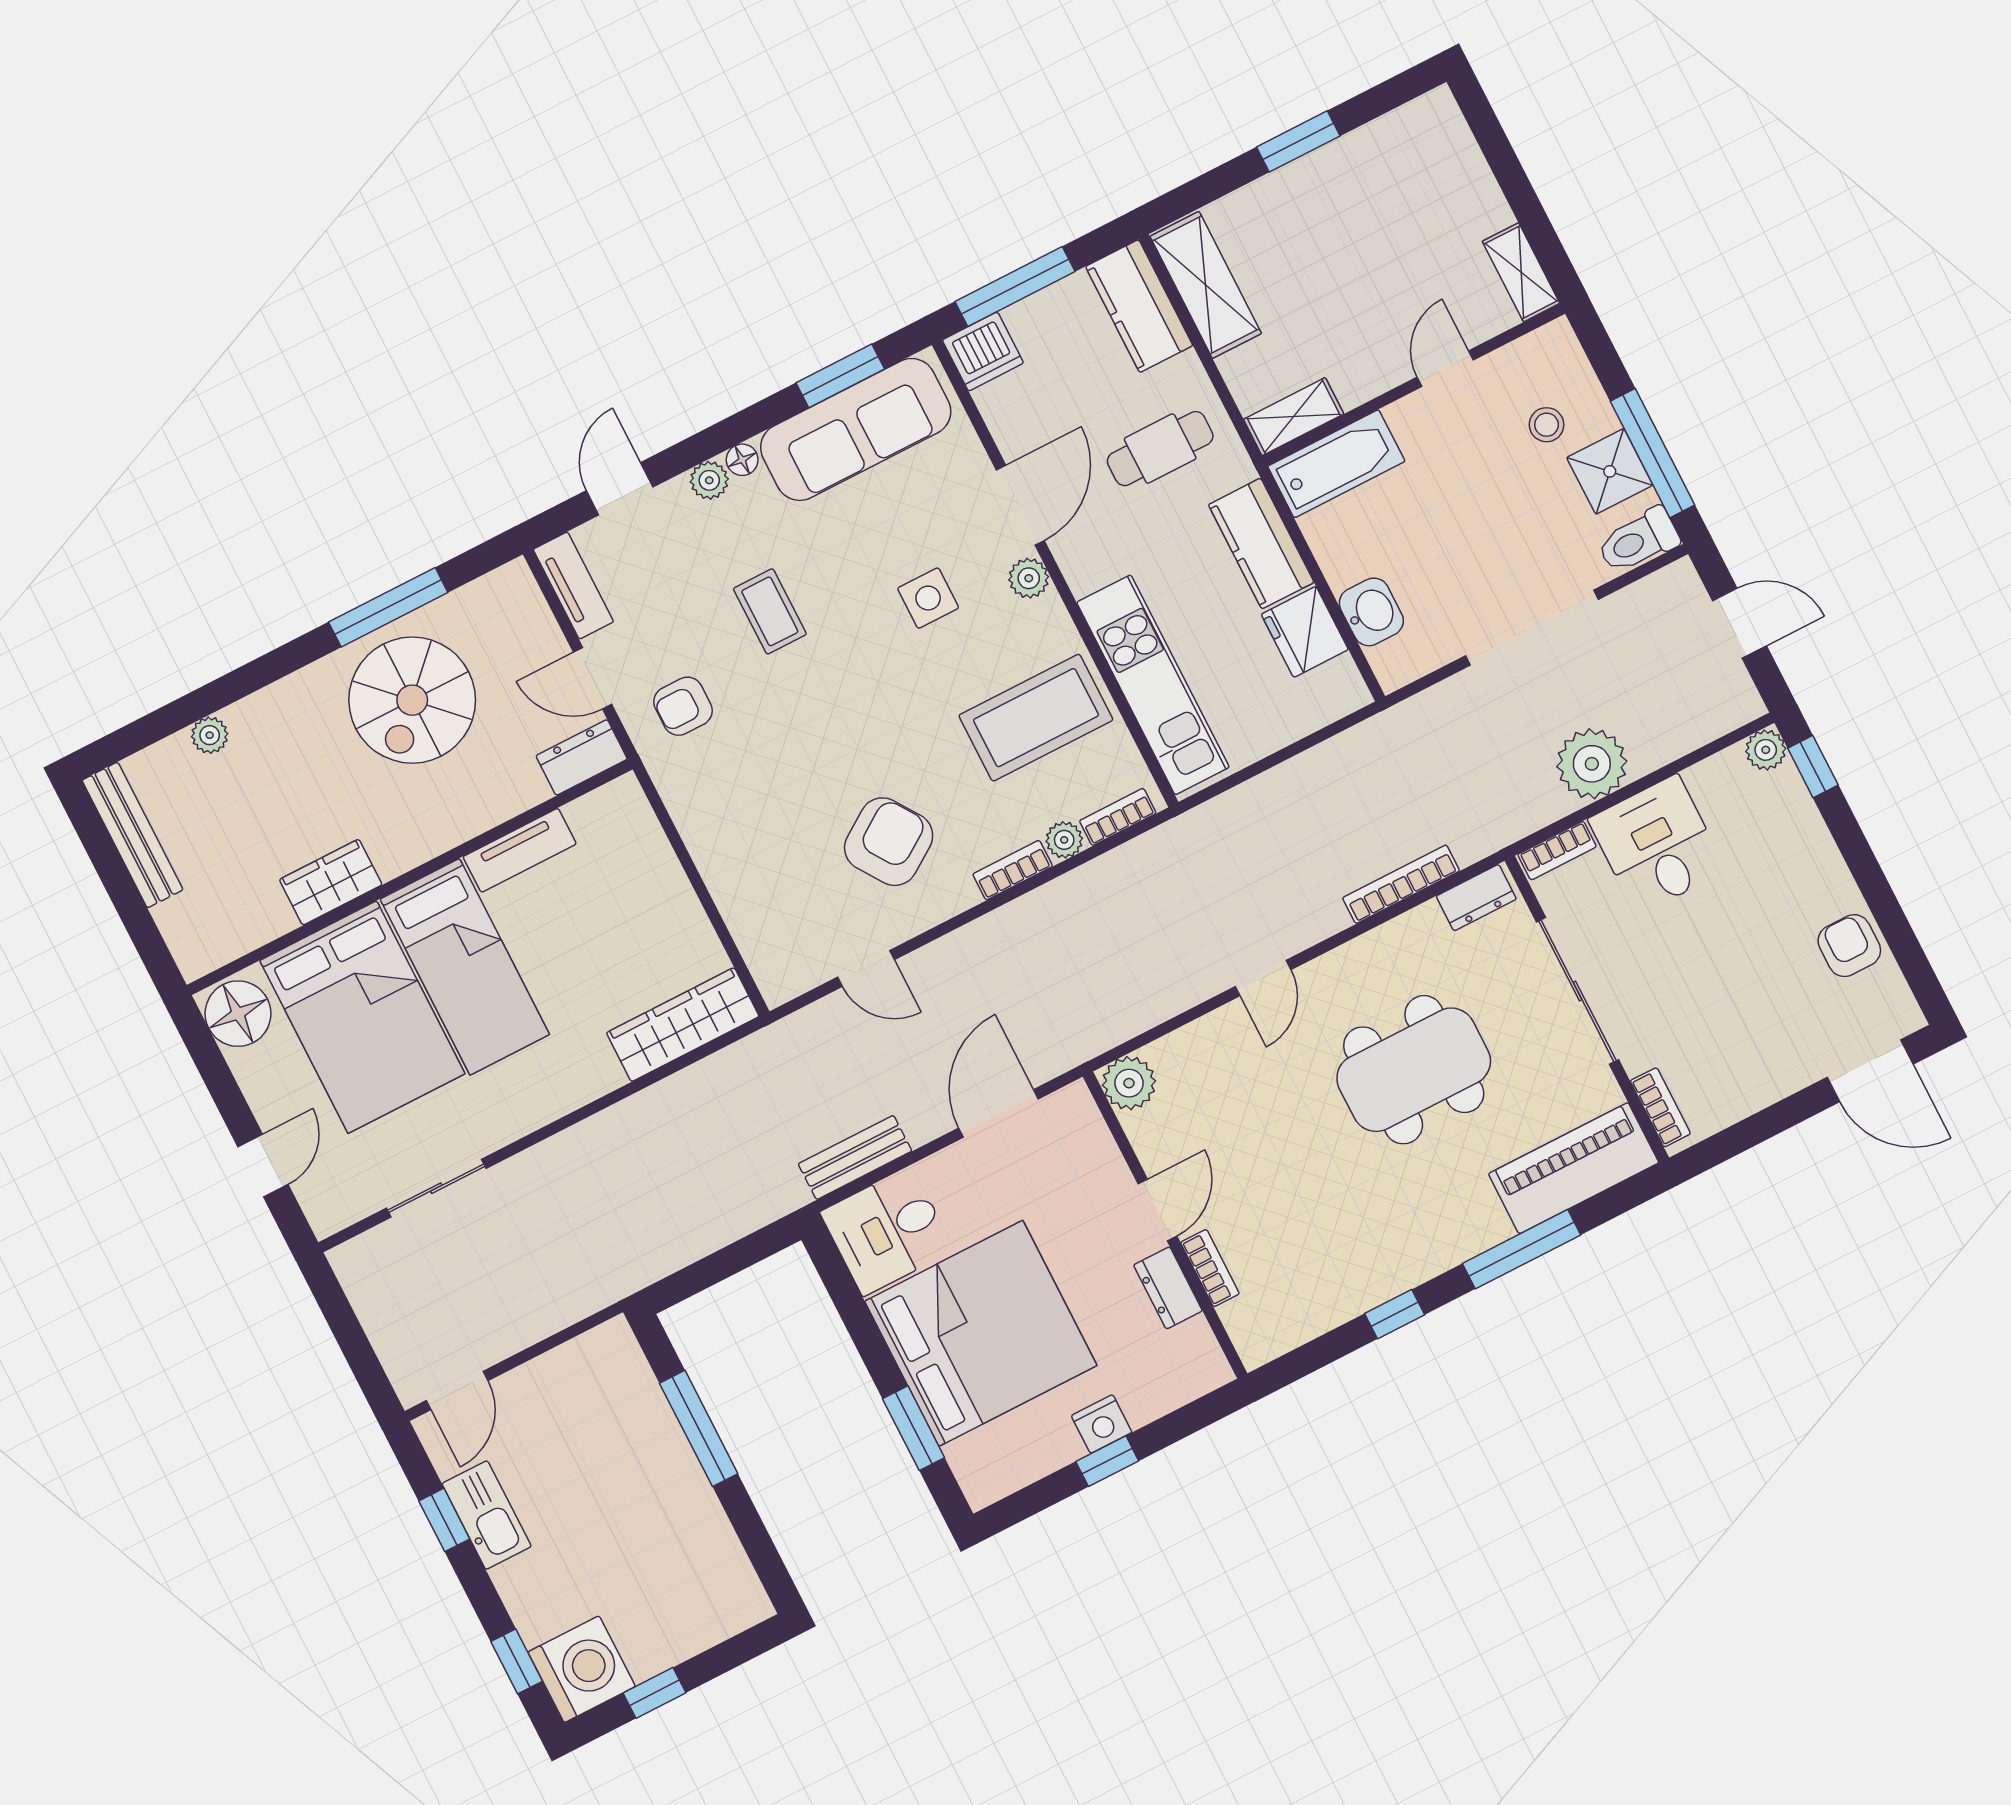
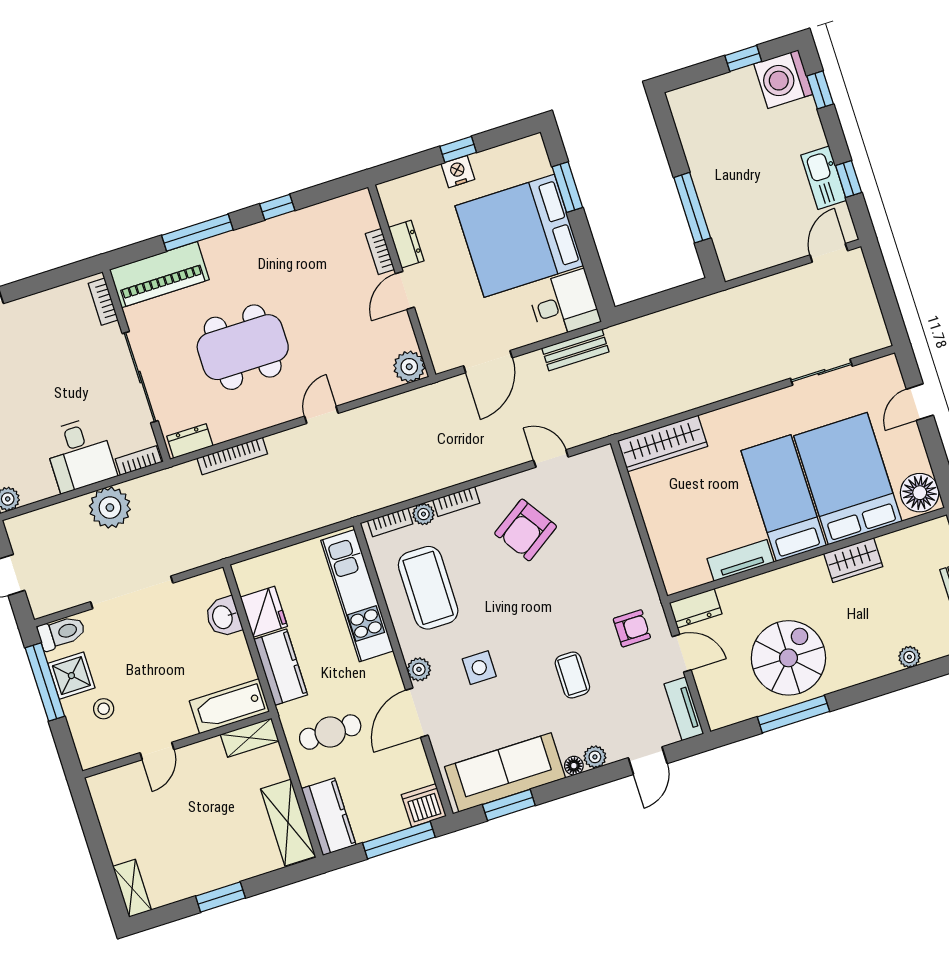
shelving: (1521, 272) -> (132, 888), moved
coffee table: (1036, 718) -> (428, 588), turned 90

